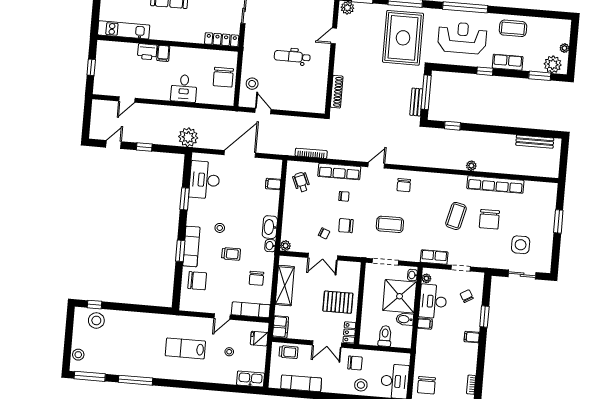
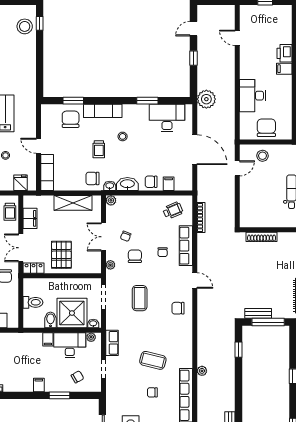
chair: (223, 77) -> (266, 128), turned 90
desk: (184, 88) -> (253, 96), width x1.37
door: (113, 144) -> (194, 29), swing flipped
chair: (270, 202) -> (151, 182), added
chair: (489, 219) -> (152, 392), width x0.54, depth x0.54
window: (180, 251) -> (73, 101), moved
plant: (353, 252) -> (110, 265), added
chair: (256, 278) -> (92, 178), moved
chair: (197, 281) -> (71, 119), turned 180
filing cabinet: (281, 327) -> (30, 218), moved, turned -90

